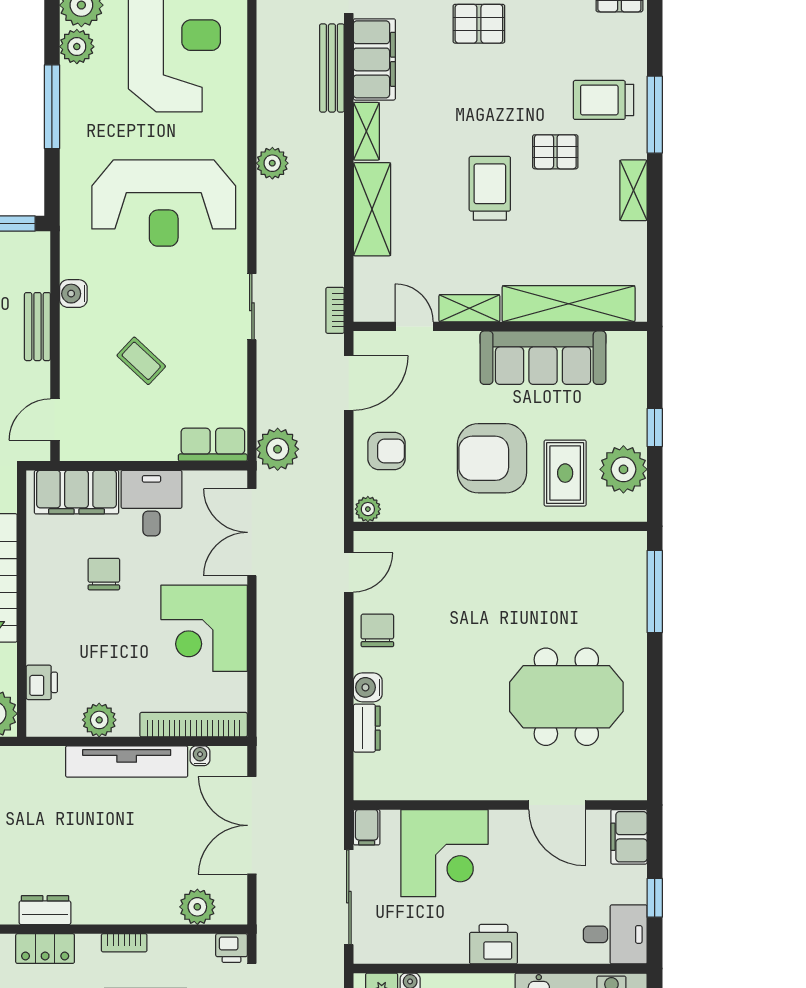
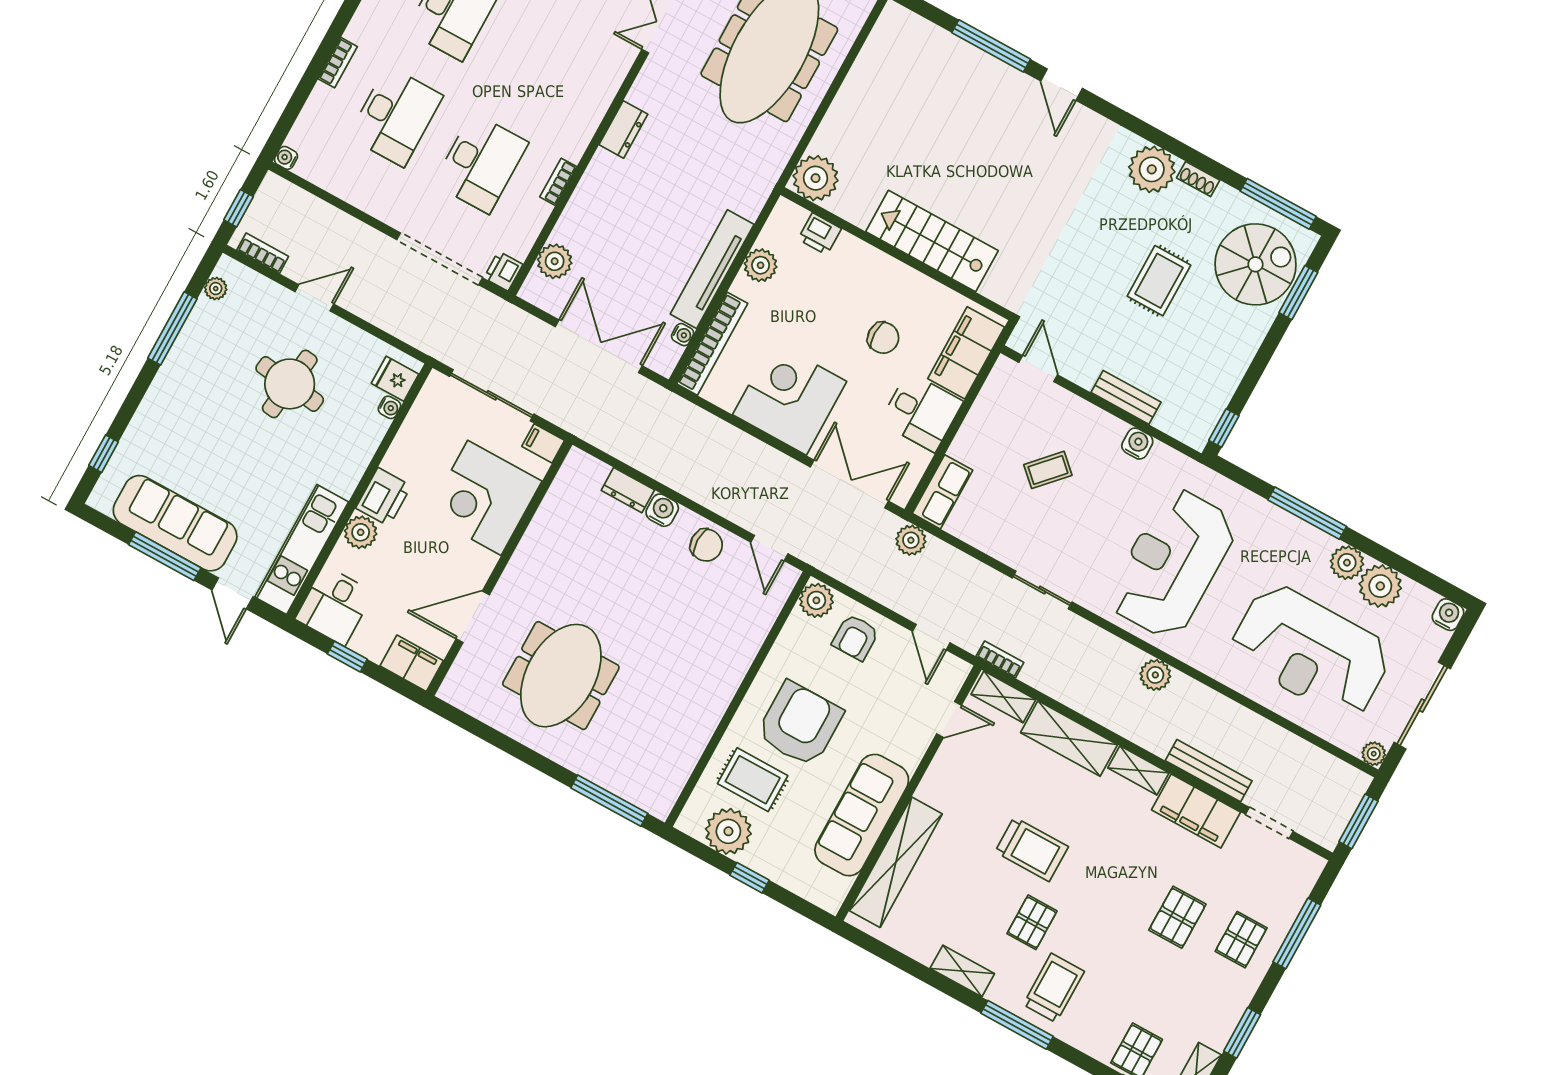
shelving: (469, 308) -> (1003, 697), moved, turned 90
door: (349, 383) -> (931, 637), width x0.73
plant: (278, 449) -> (911, 540), width x0.73, depth x0.73
plant: (368, 509) -> (816, 600), width x1.38, depth x1.38
plant: (537, 947) -> (361, 532), added
locker: (45, 949) -> (591, 111), removed

